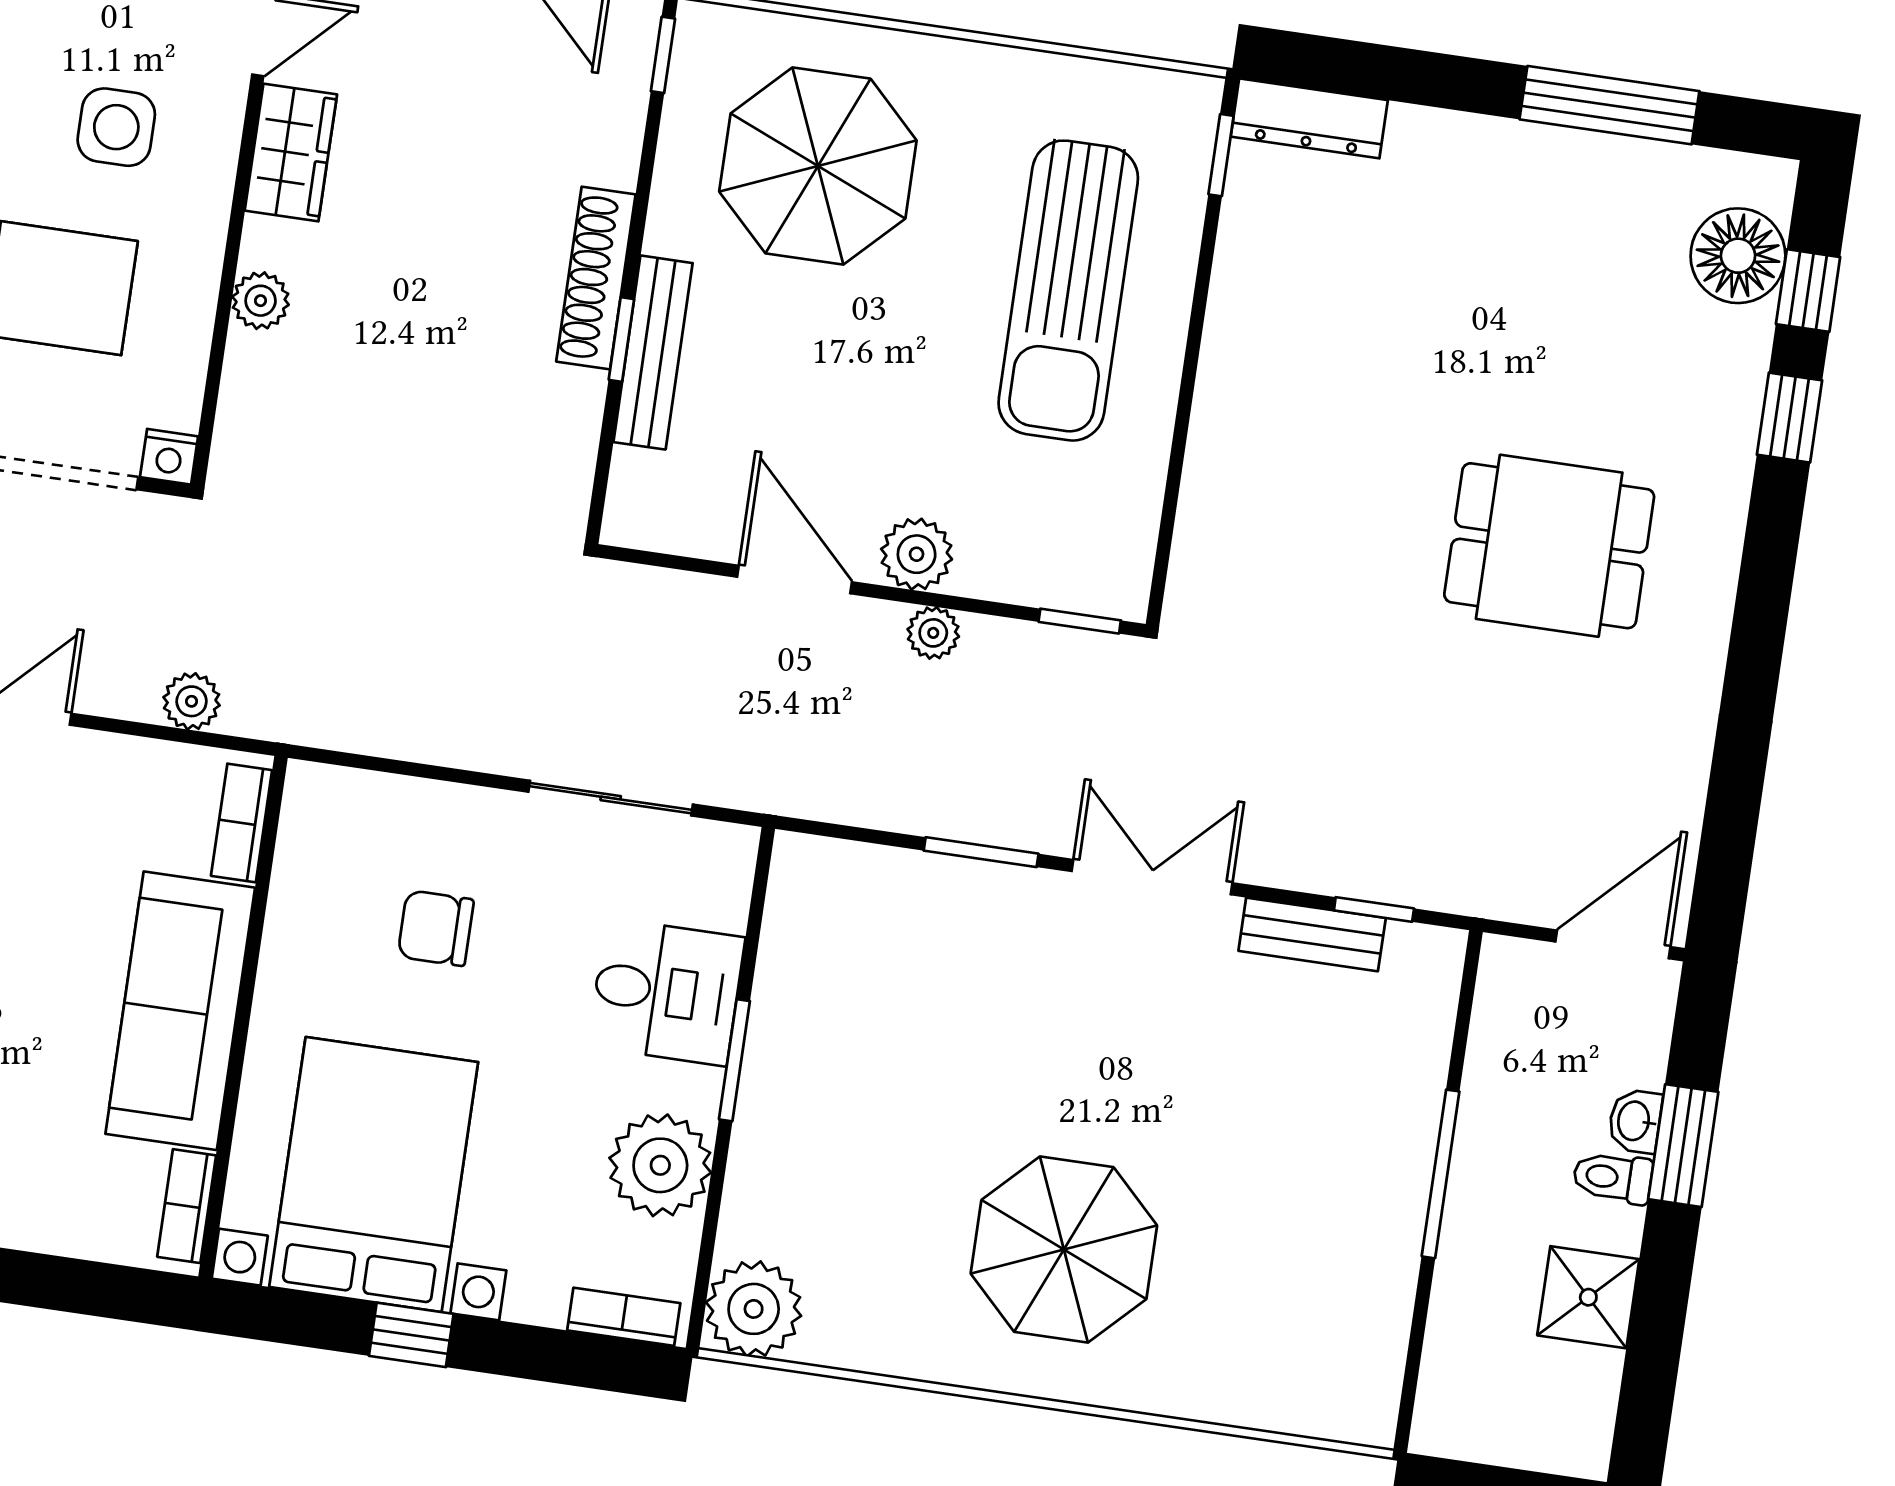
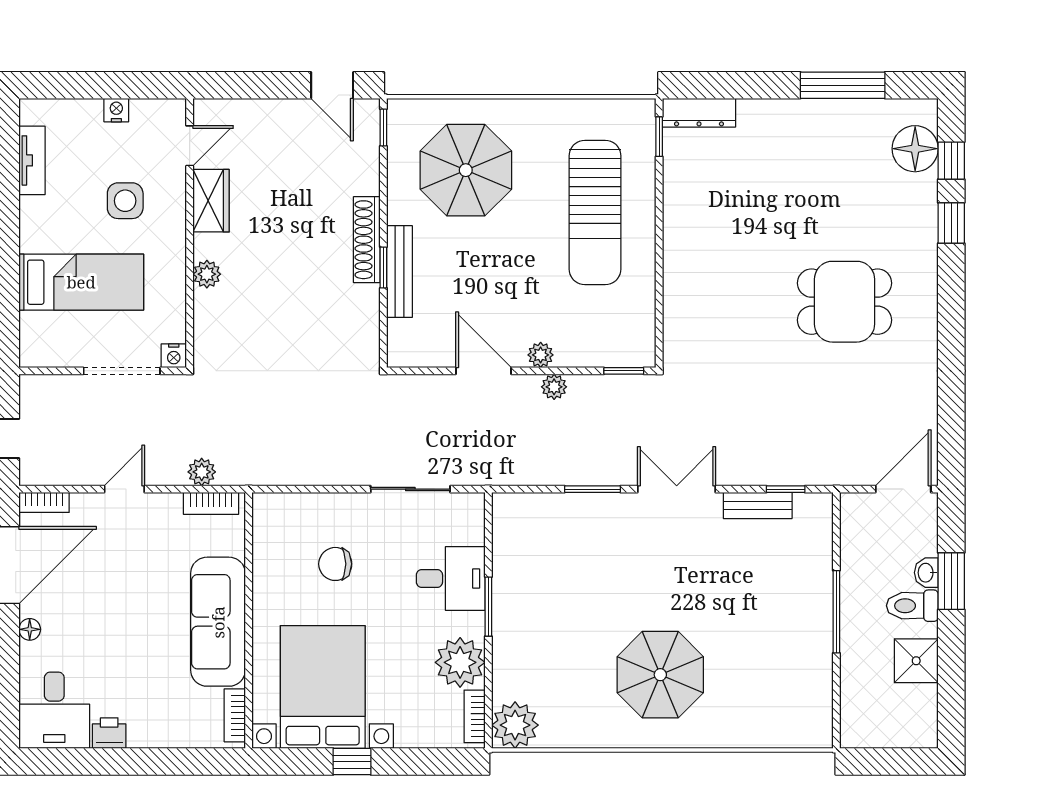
plant: (917, 554) -> (541, 355), width x0.73, depth x0.73
bookcase: (242, 823) -> (211, 503), moved, turned -90
toilet: (1613, 1178) -> (912, 606), width x1.37, depth x1.39
bookcase: (624, 1317) -> (475, 716), moved, turned -90

